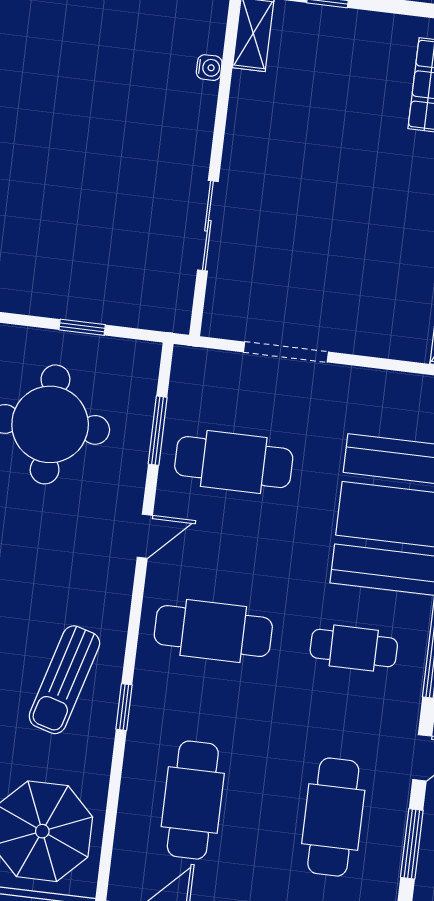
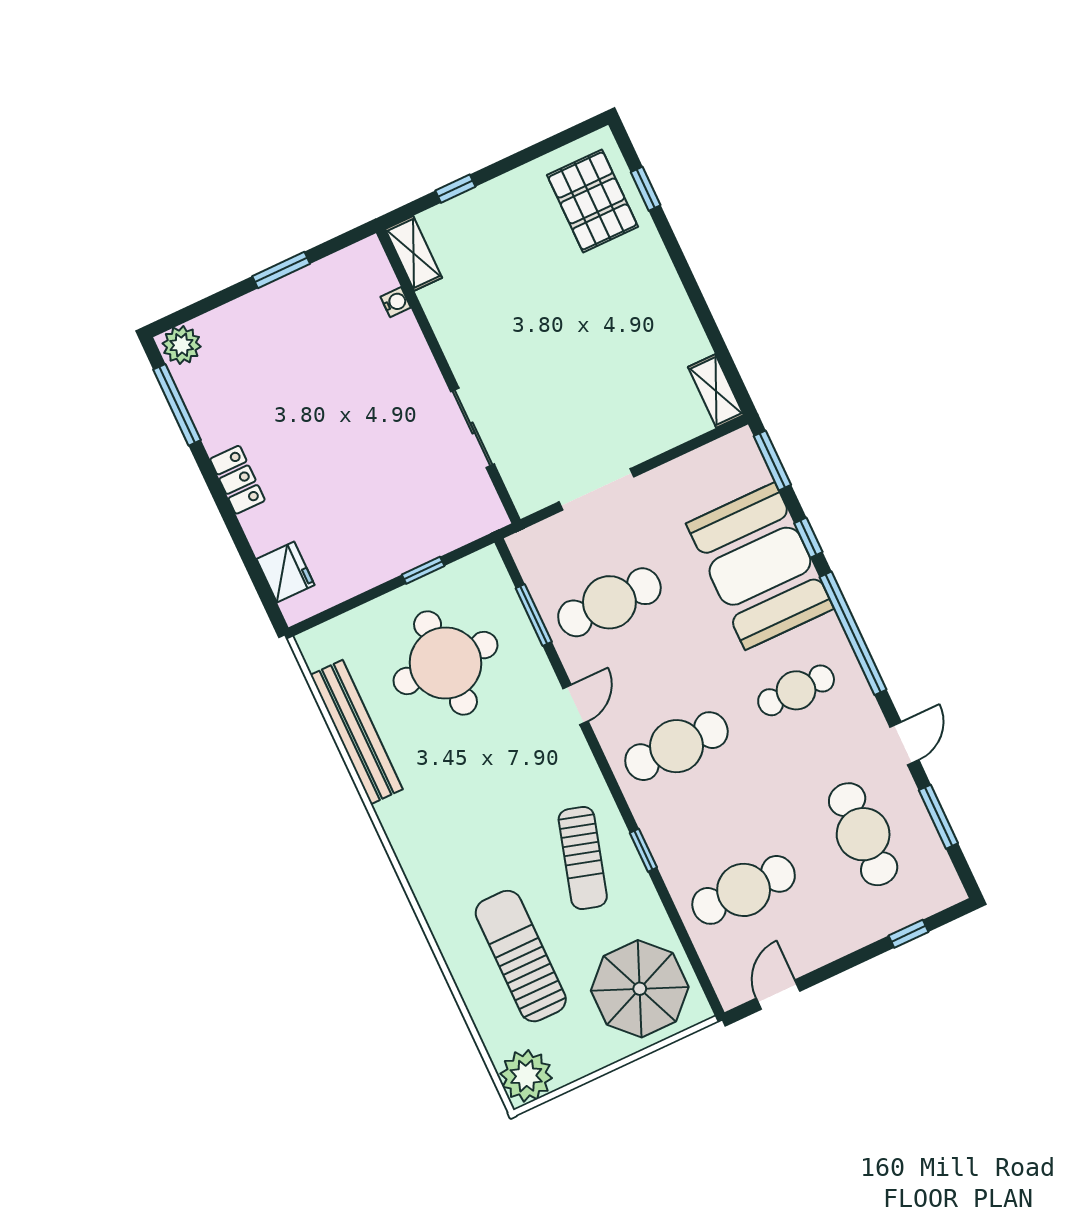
cafe table: (193, 800) -> (744, 890), turned 90

